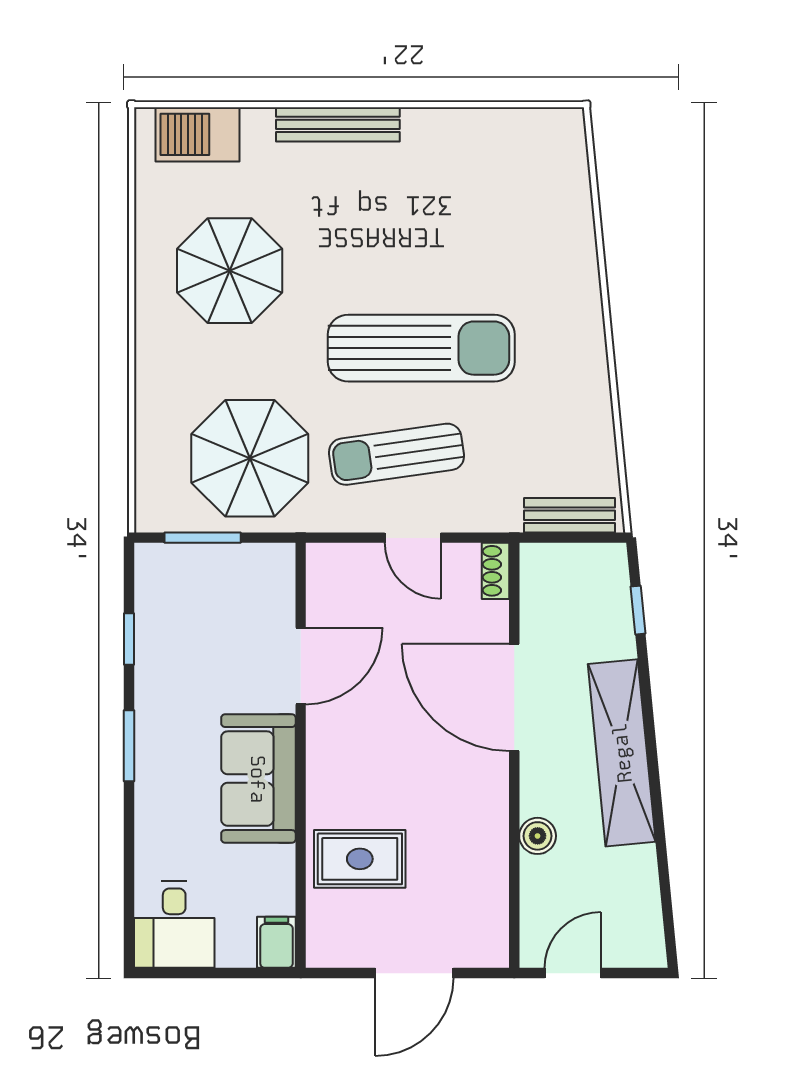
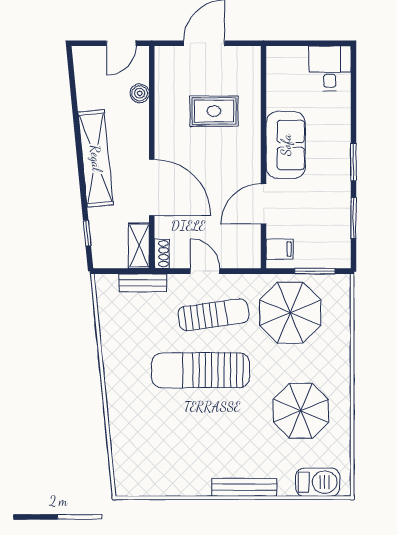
bench: (570, 515) -> (143, 283), moved
shelving: (539, 586) -> (139, 246), added
window: (129, 639) -> (353, 218), width x1.50
boiler: (538, 836) -> (140, 93), moved
rug: (360, 859) -> (214, 111), moved
filing cabinet: (276, 942) -> (280, 249), moved, turned -90

